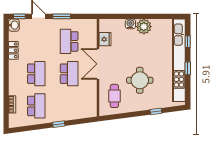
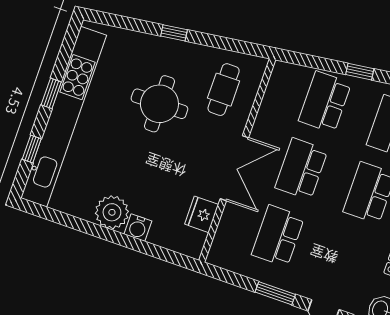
school desk: (69, 41) -> (278, 236), turned 180
school desk: (69, 106) -> (325, 102), added
window: (156, 111) -> (174, 33), moved

